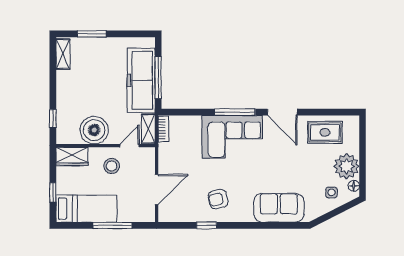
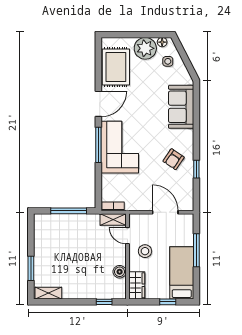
freezer: (141, 80) -> (71, 226), removed
boiler: (94, 130) -> (120, 272), width x0.54, depth x0.54
rug: (325, 132) -> (116, 67), width x1.36, depth x1.43
armchair: (218, 199) -> (174, 159), turned 46

